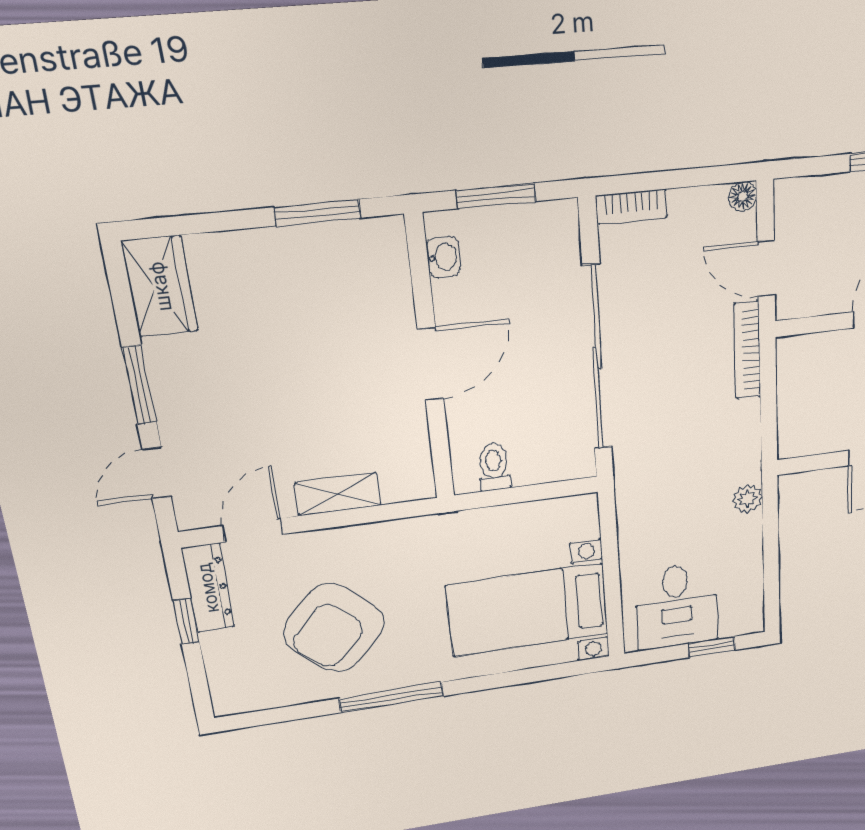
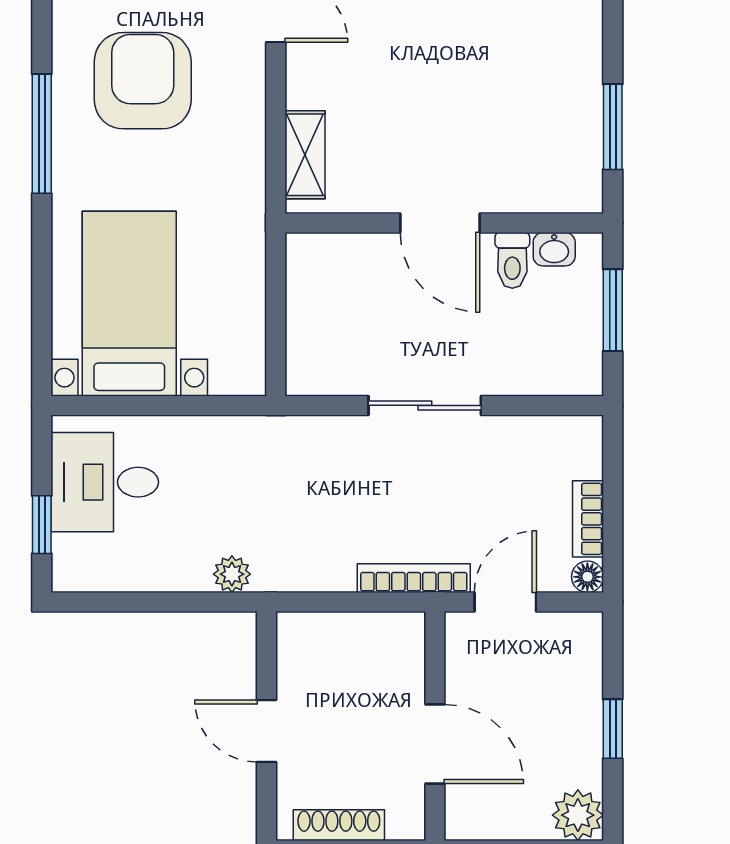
bookcase: (631, 207) -> (588, 519), moved
sliding door: (597, 358) -> (425, 405), width x0.54
toilet: (494, 467) -> (512, 260), moved, turned 90
shelving: (338, 494) -> (305, 155), moved
armchair: (334, 628) -> (143, 81), turned 47

